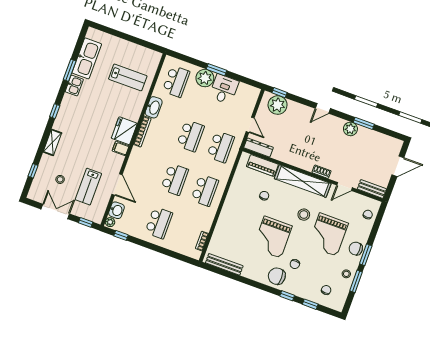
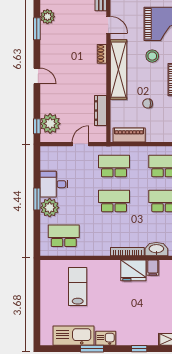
washbasin: (154, 107) -> (156, 249), moved
plant: (350, 129) -> (47, 17), moved
dresser: (259, 147) -> (101, 111), moved
piano: (262, 165) -> (129, 135), moved, turned -90

